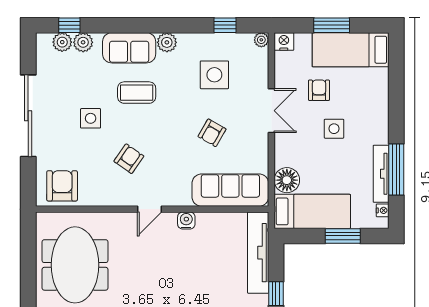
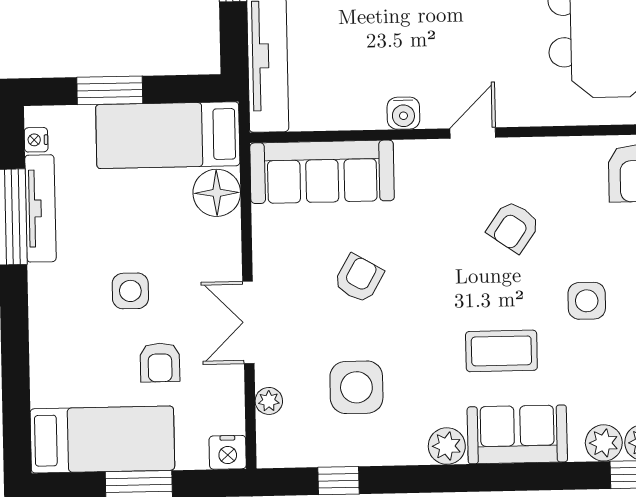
plant: (261, 40) -> (269, 401), moved

